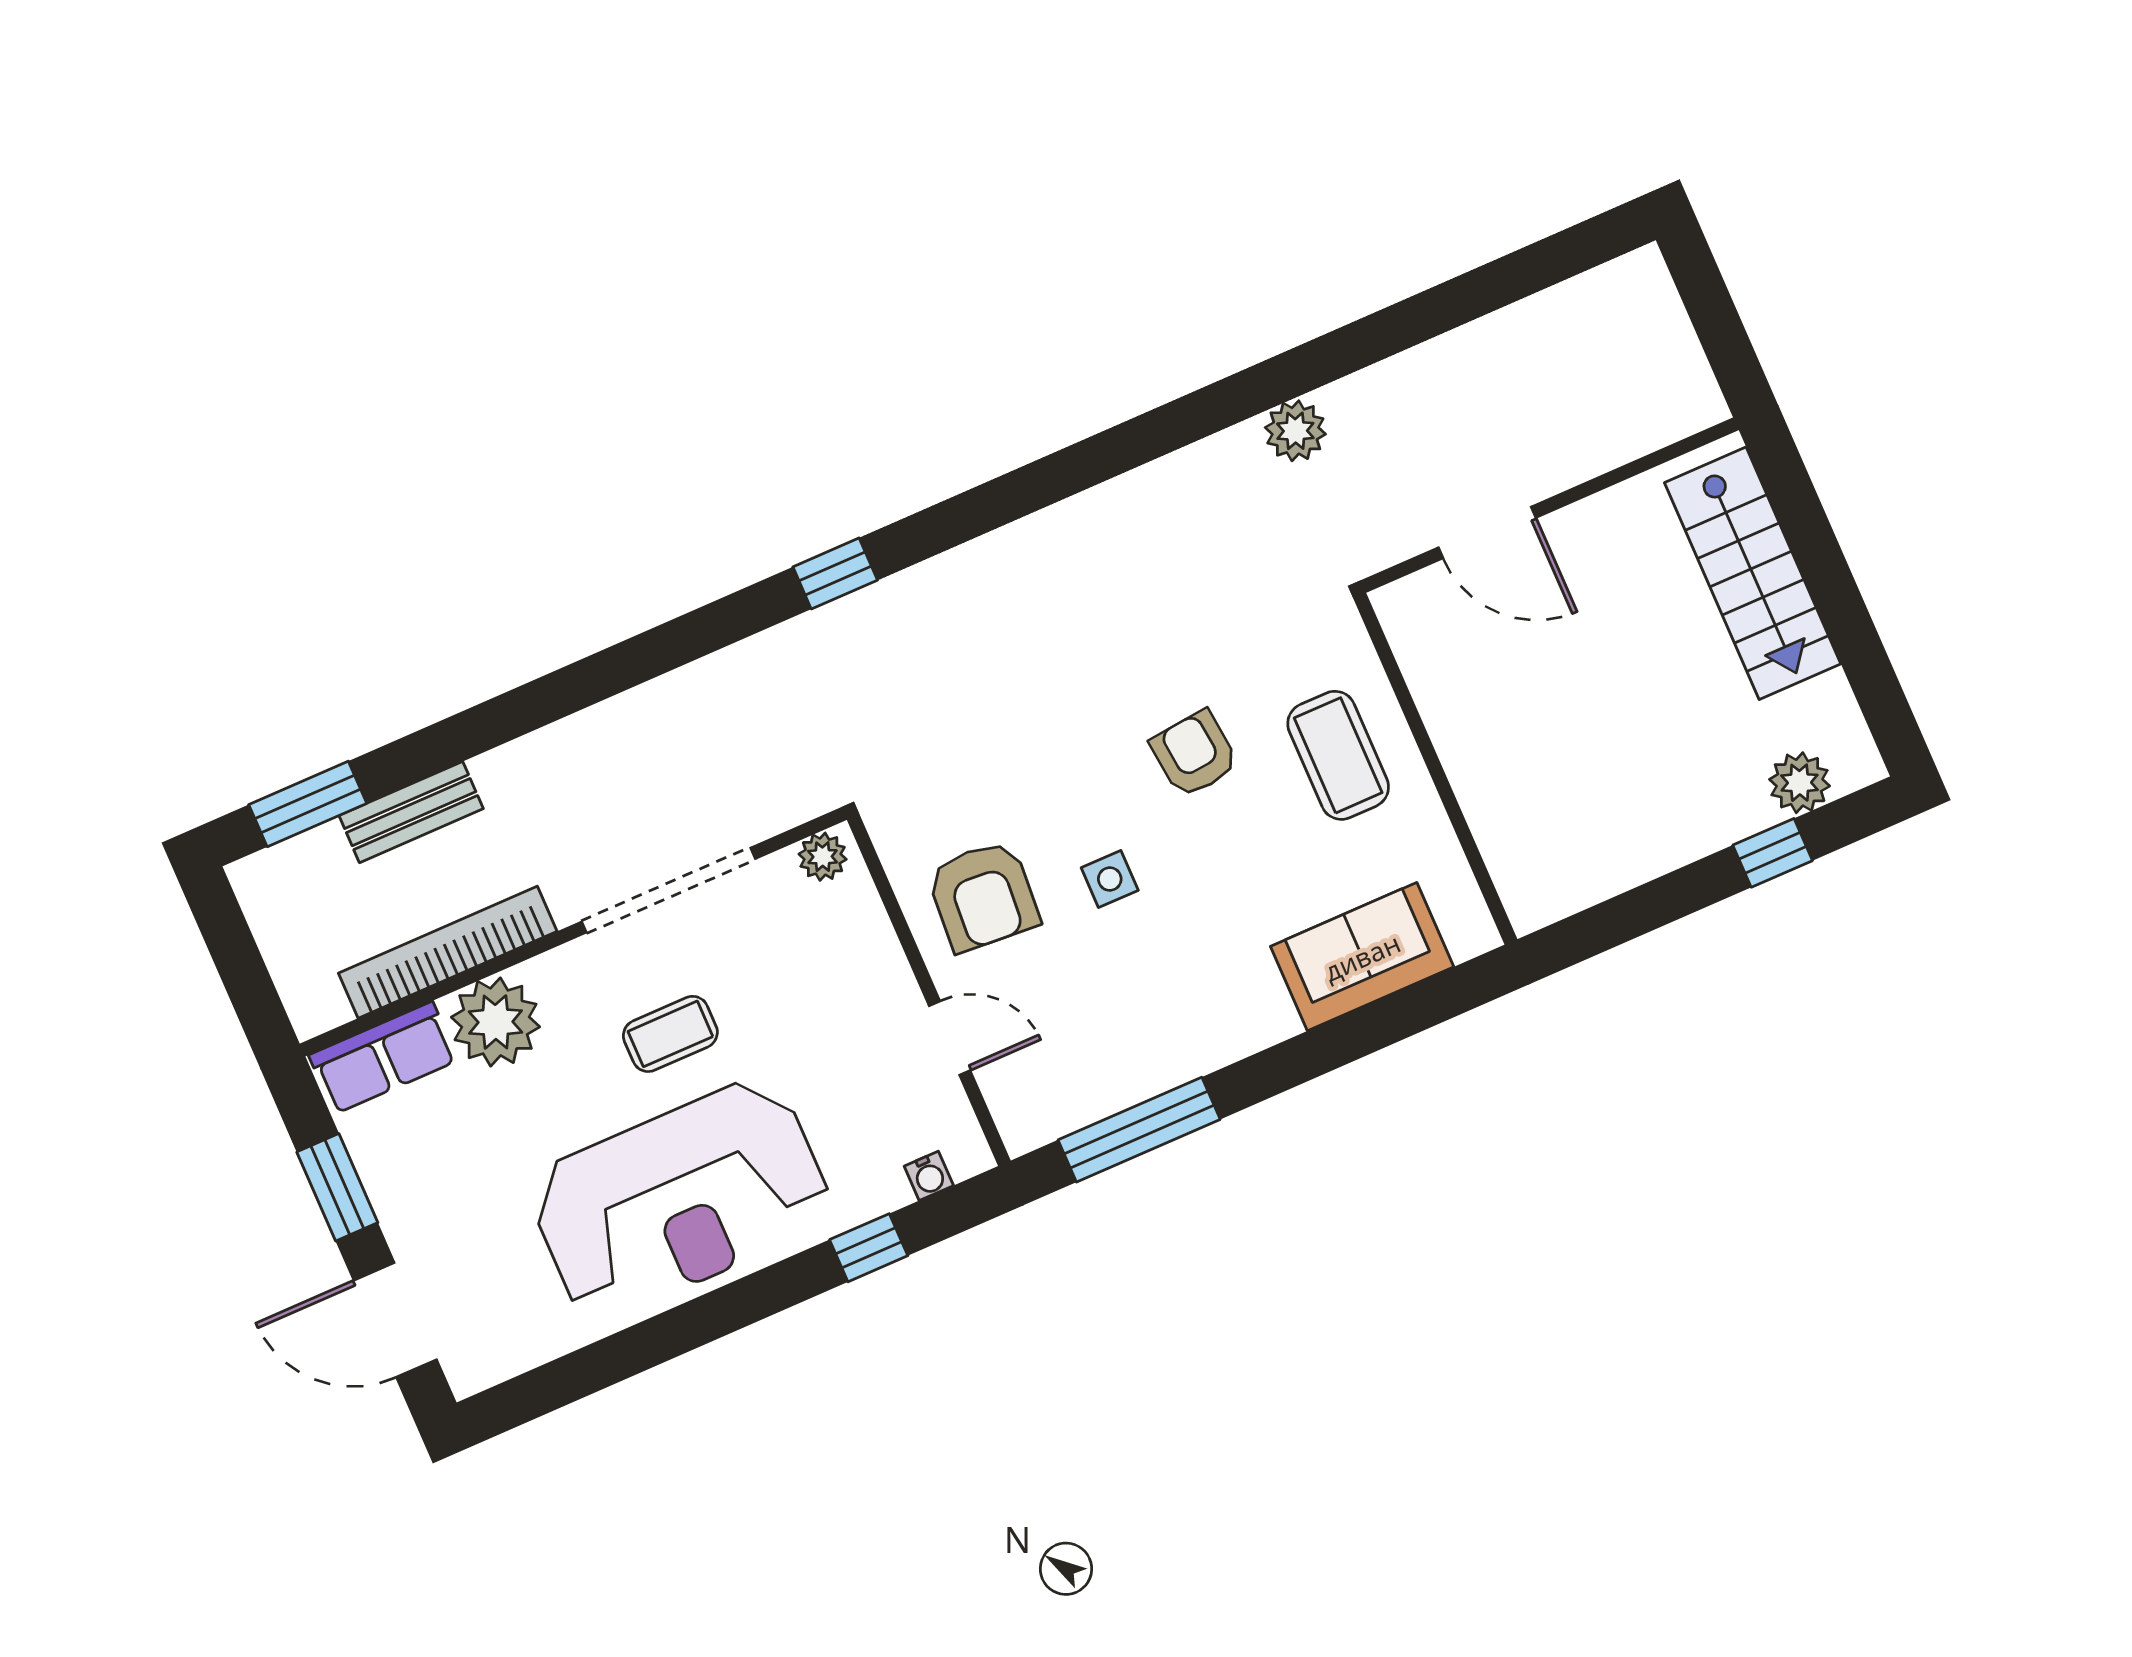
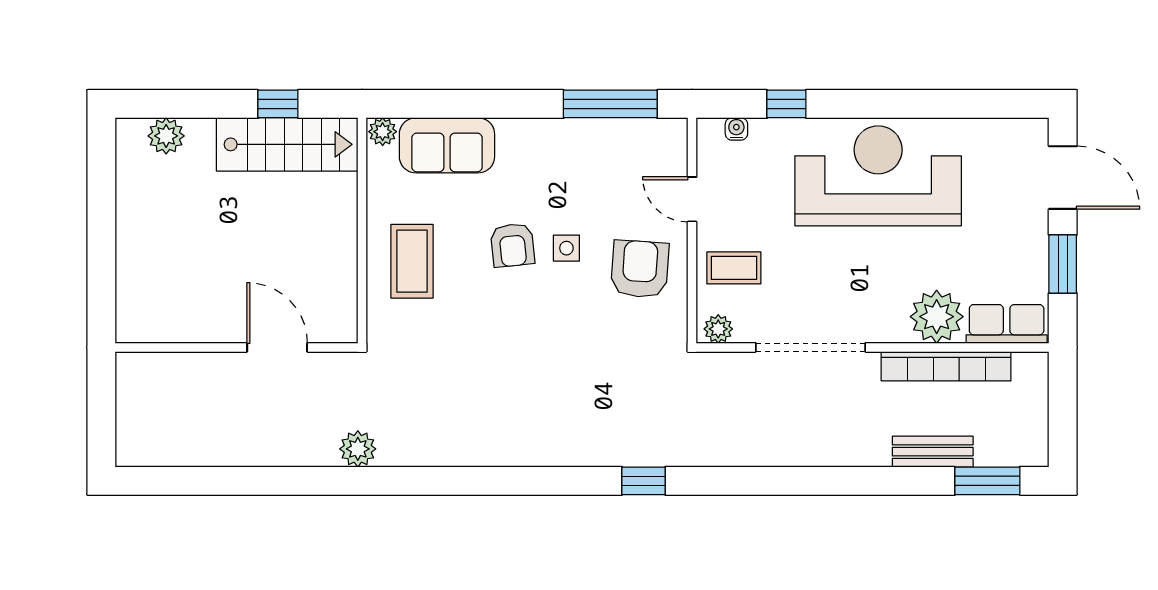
stairs: (1753, 573) -> (287, 144), moved, turned 90
armchair: (1194, 754) -> (512, 245), moved
window: (1773, 853) -> (278, 104), moved
plant: (1470, 934) -> (383, 132), added
coffee table: (670, 1034) -> (734, 268), moved

